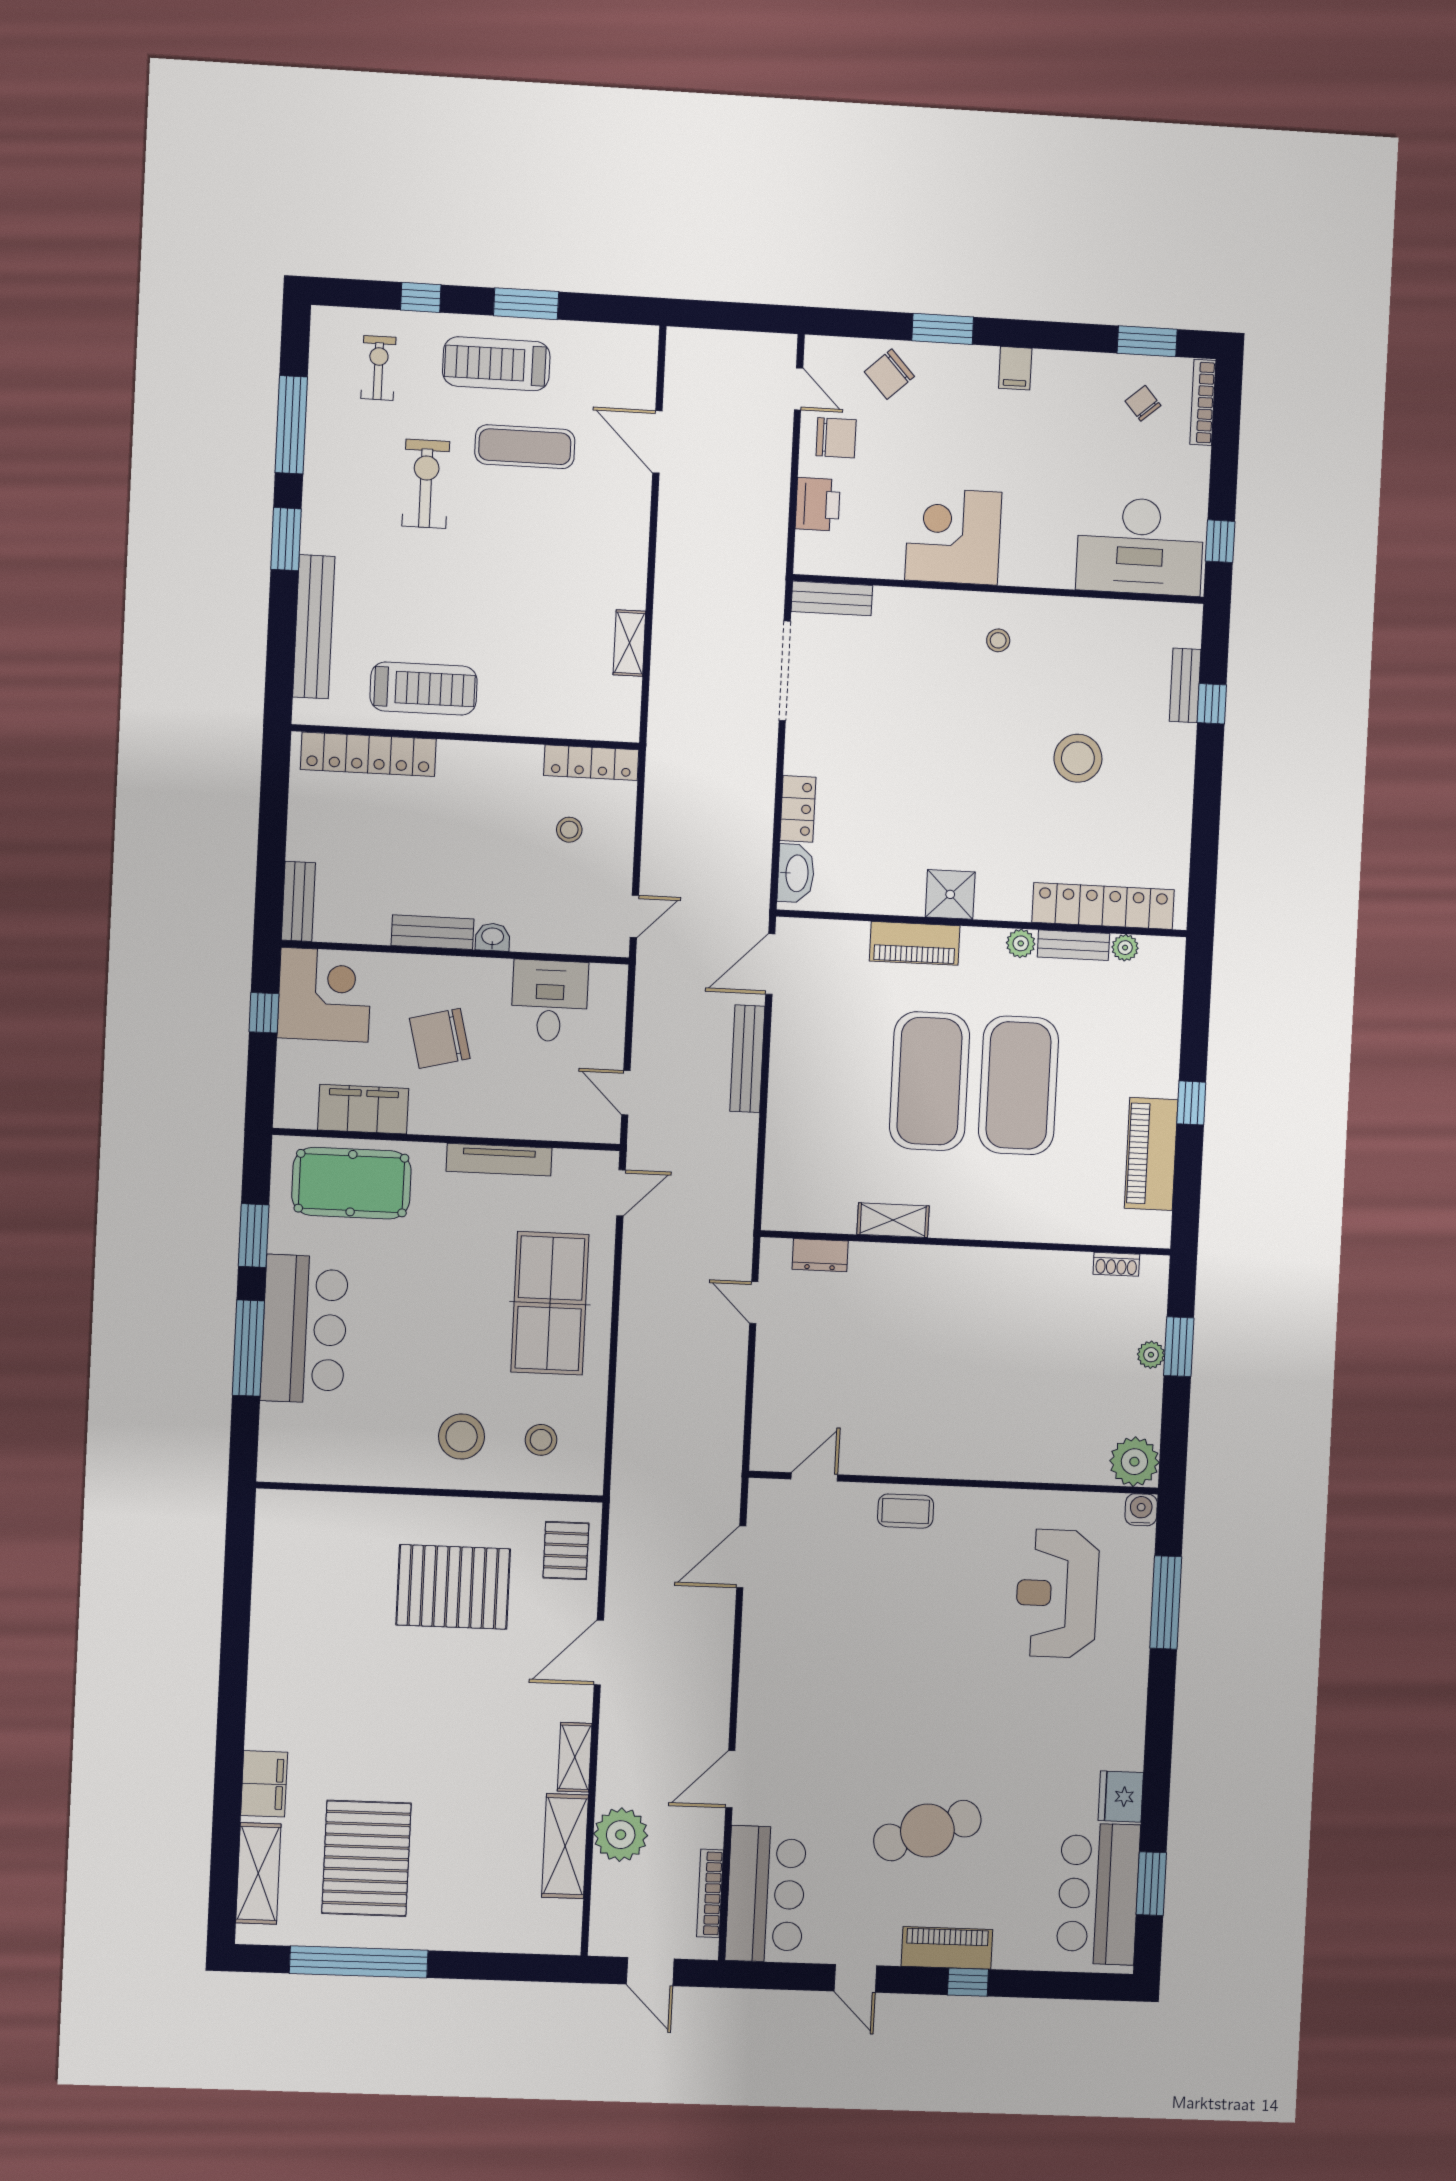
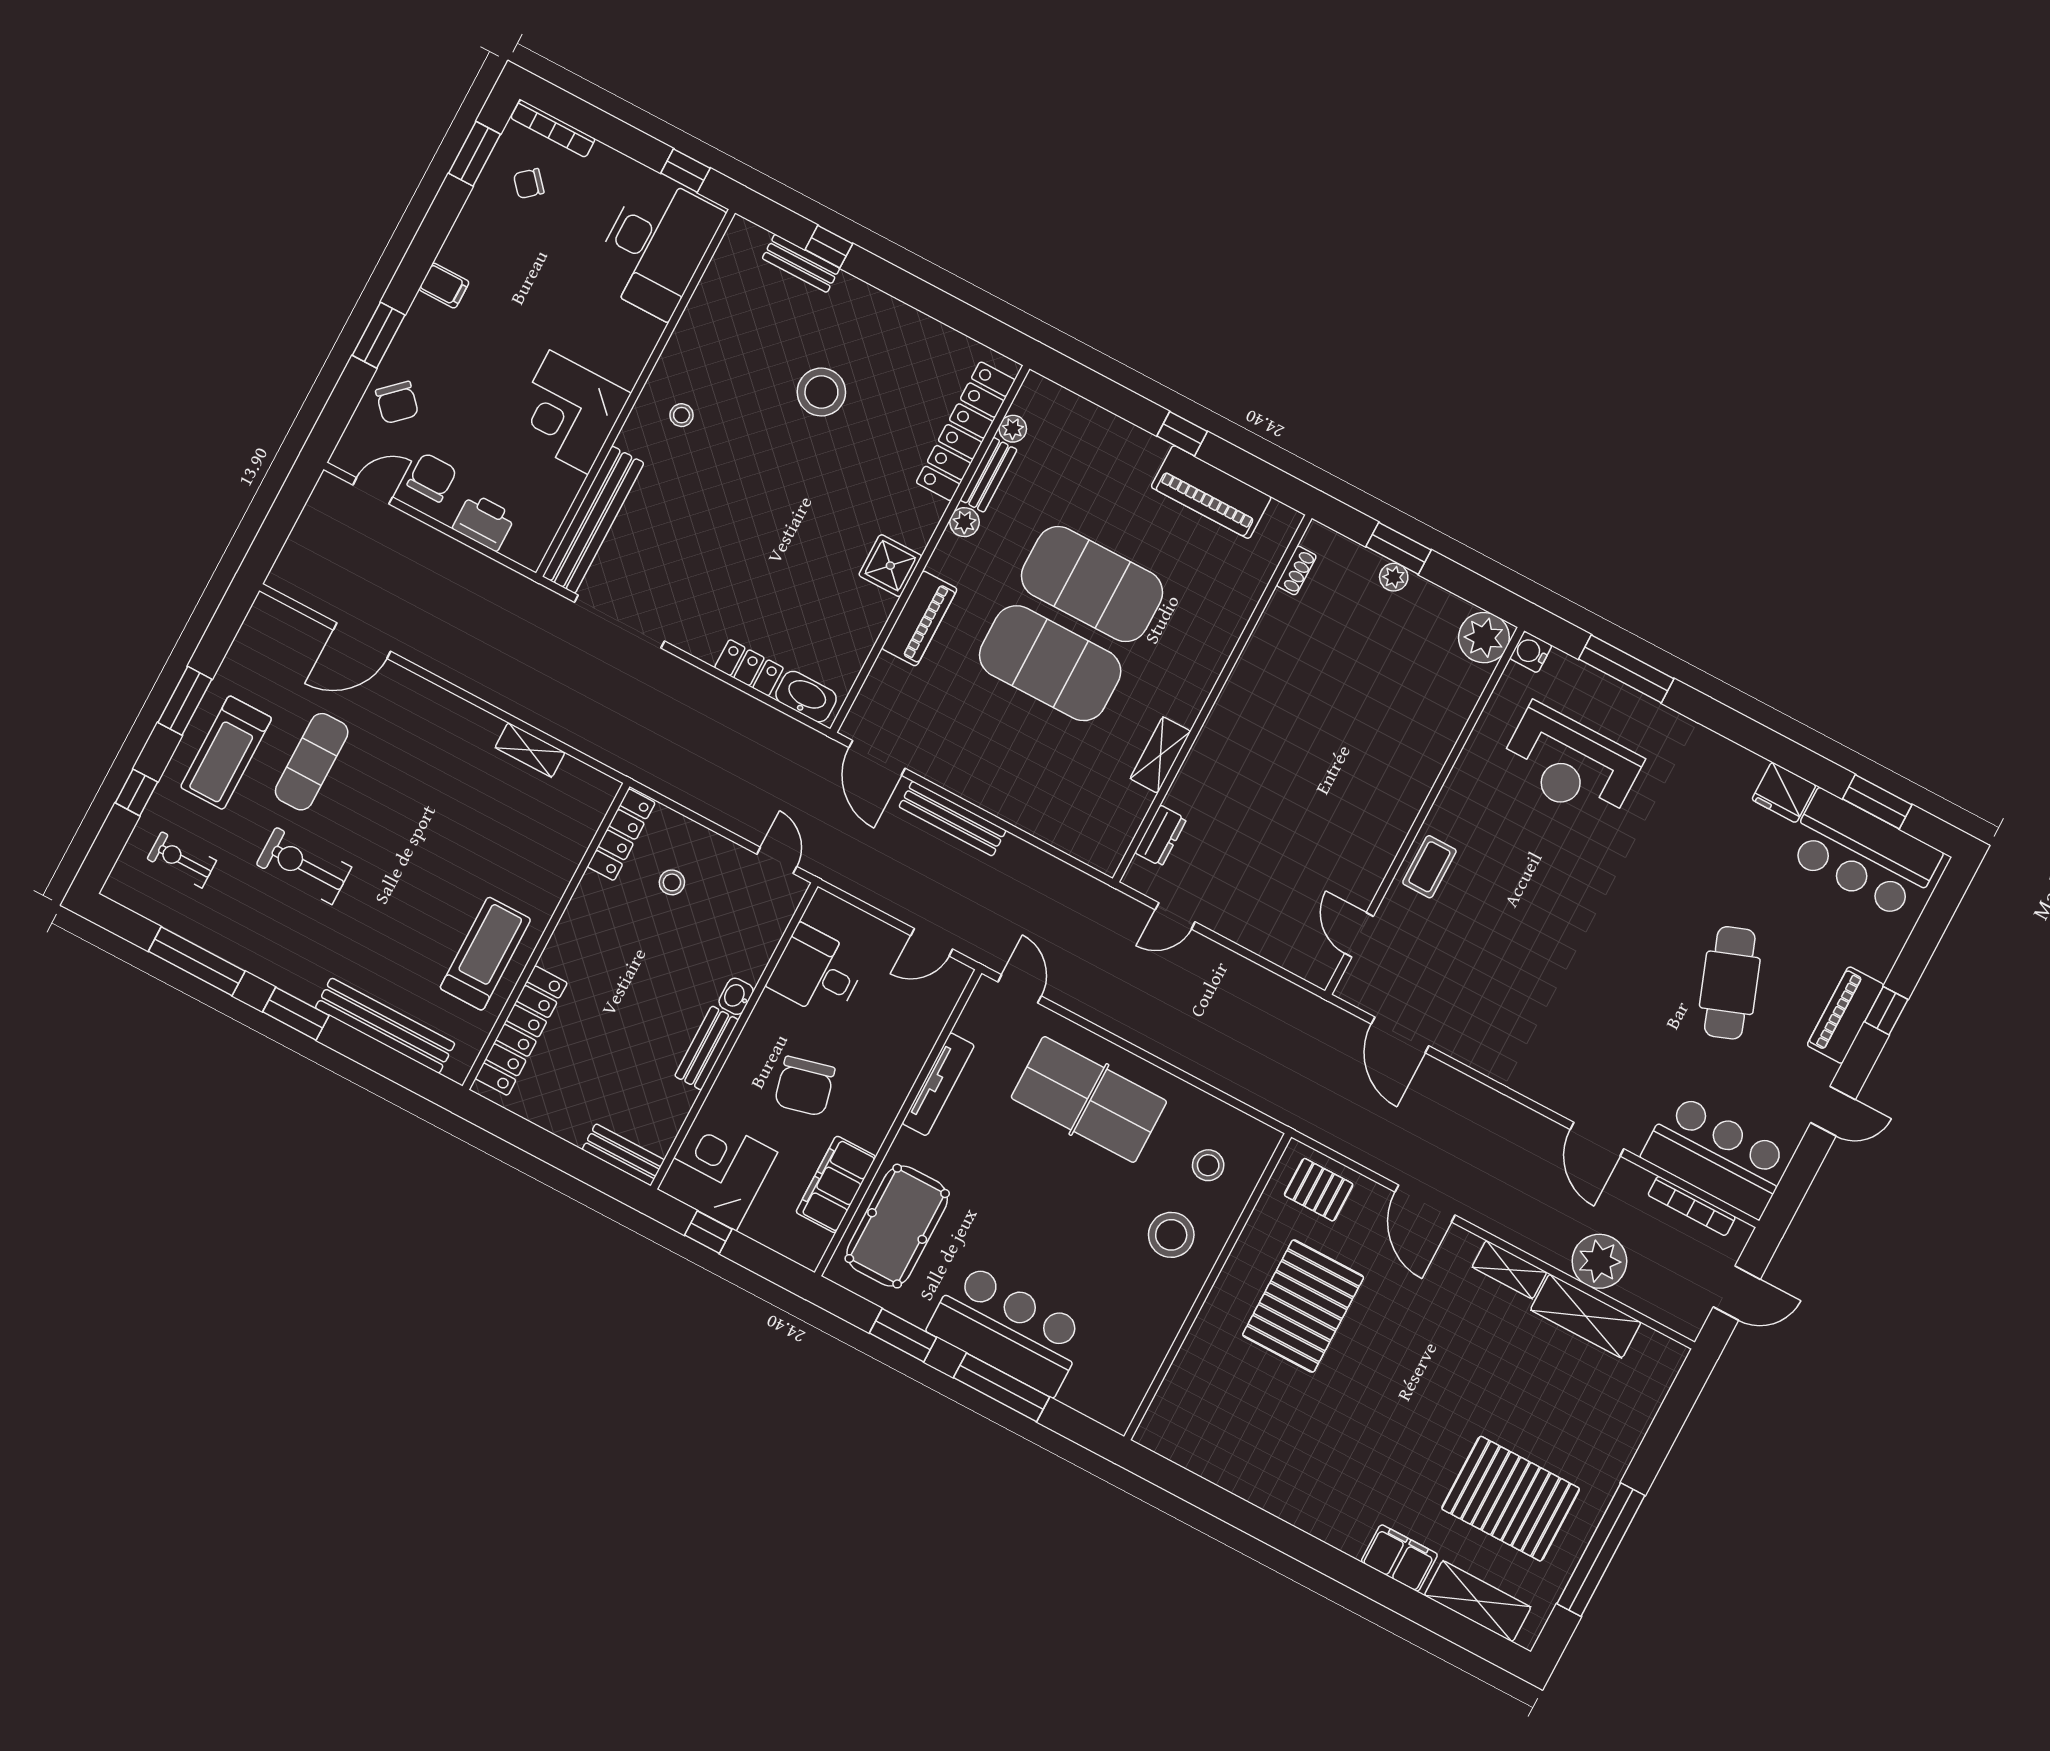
bench: (832, 598) -> (593, 520), width x1.86, depth x1.21

